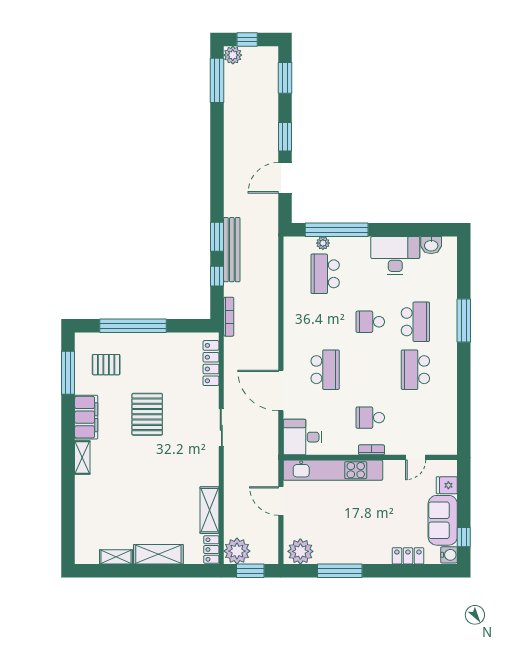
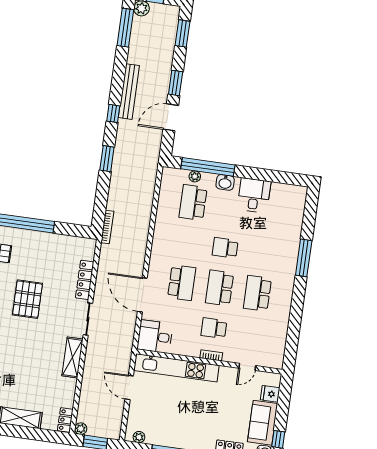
washbasin: (431, 245) -> (225, 182), moved
bench: (232, 250) -> (129, 92), moved
desk: (395, 256) -> (254, 195), width x0.73
window: (217, 276) -> (113, 113), moved
school desk: (415, 322) -> (220, 288), moved, turned 180
locker: (211, 363) -> (85, 280), moved
shelving: (209, 510) -> (72, 357), moved
plant: (237, 551) -> (81, 429), width x0.53, depth x0.53
plant: (300, 551) -> (139, 437), width x0.53, depth x0.53

